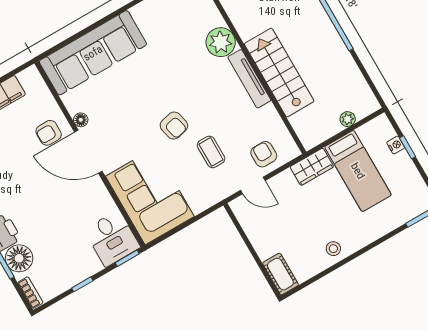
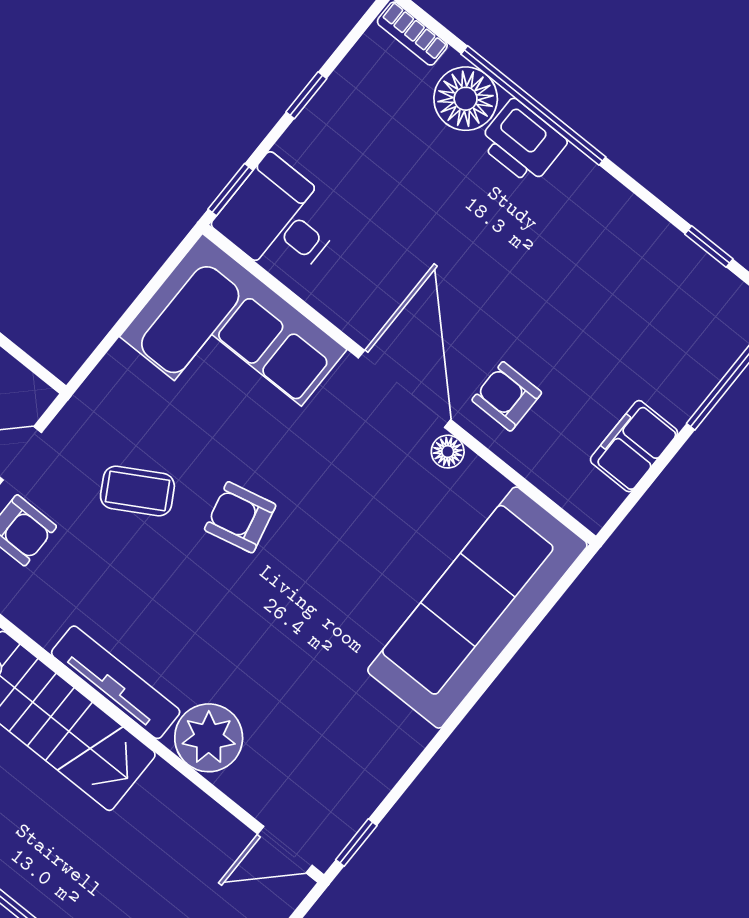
armchair: (49, 133) -> (507, 396), turned -90
door: (88, 152) -> (404, 389), hinge flipped
coffee table: (211, 152) -> (137, 491), turned -30

